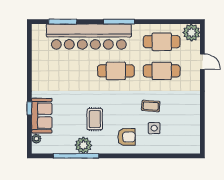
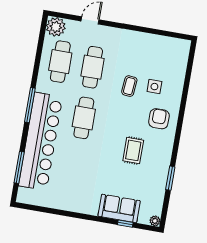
window: (29, 108) -> (125, 224), moved
rug: (95, 119) -> (133, 150), turned 90
plant: (36, 139) -> (155, 221), moved
plant: (83, 145) -> (160, 168), removed
window: (76, 156) -> (170, 178), width x0.47

